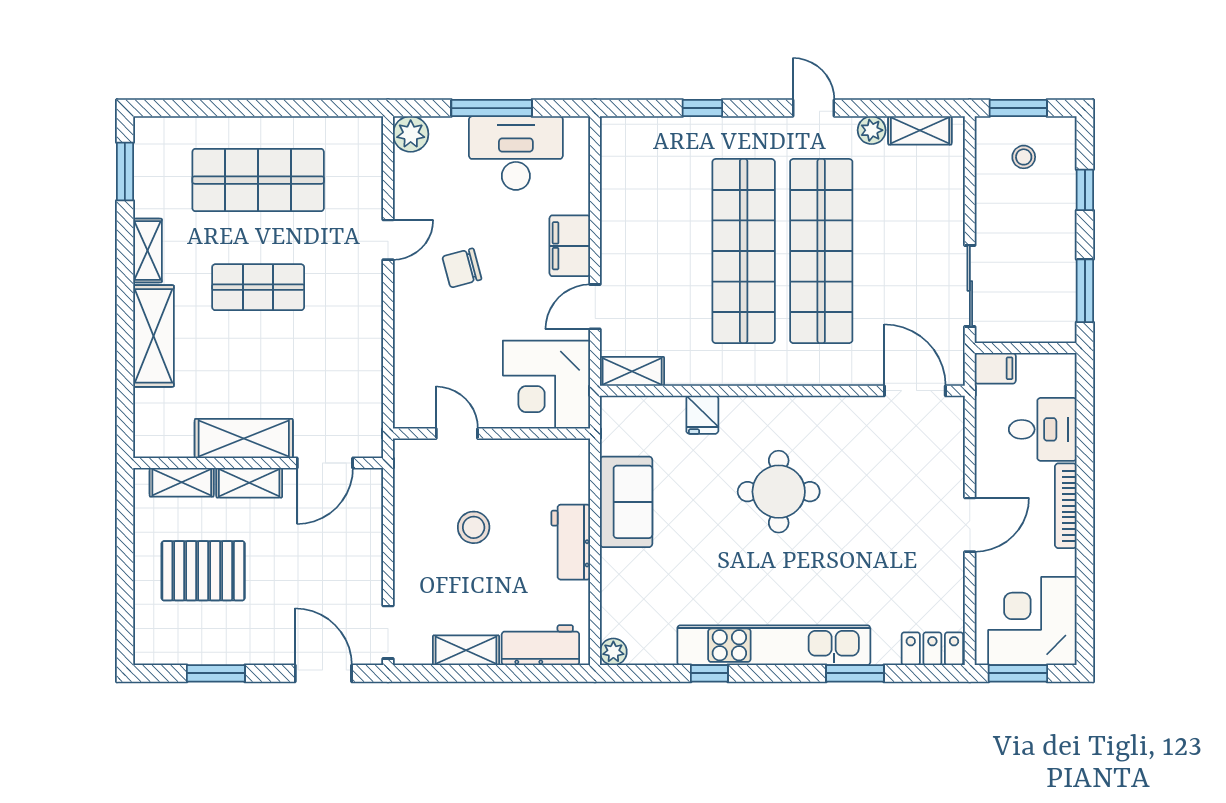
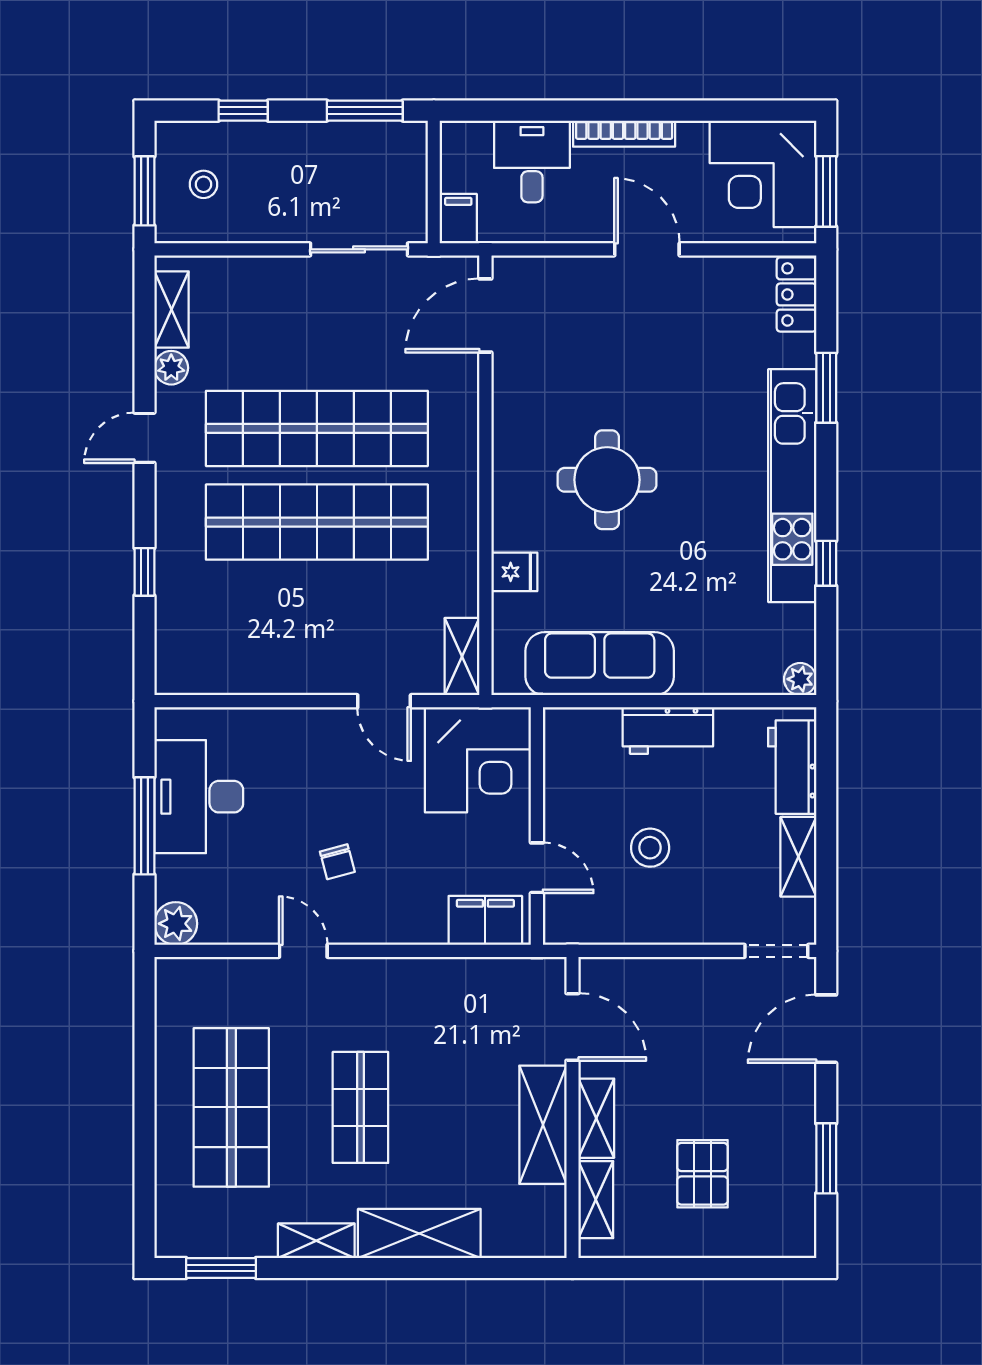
filing cabinet: (570, 246) -> (485, 920), moved, turned 180
chair: (462, 268) -> (337, 862), width x0.73, depth x0.73
door: (457, 433) -> (537, 868), swing flipped
sofa: (626, 502) -> (600, 664), width x1.36
pallet: (203, 571) -> (702, 1174), width x0.67, depth x0.71

